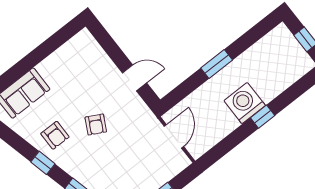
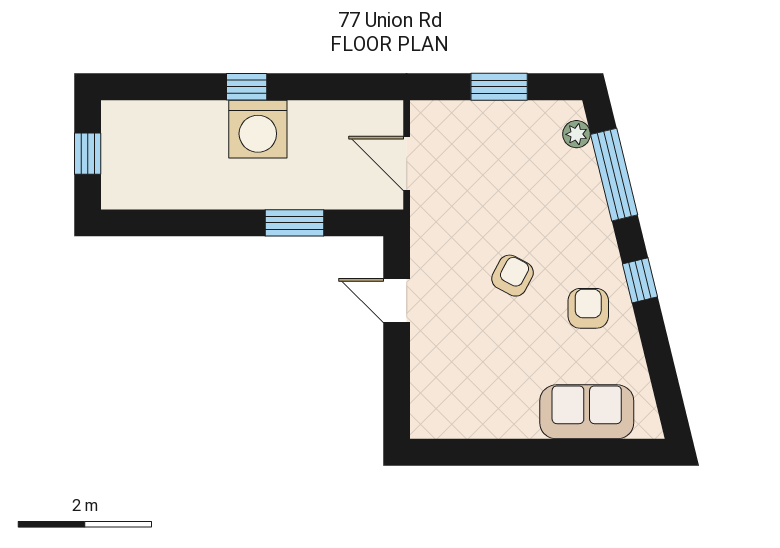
window: (217, 64) -> (295, 223), moved
door: (174, 136) -> (407, 163), hinge flipped

